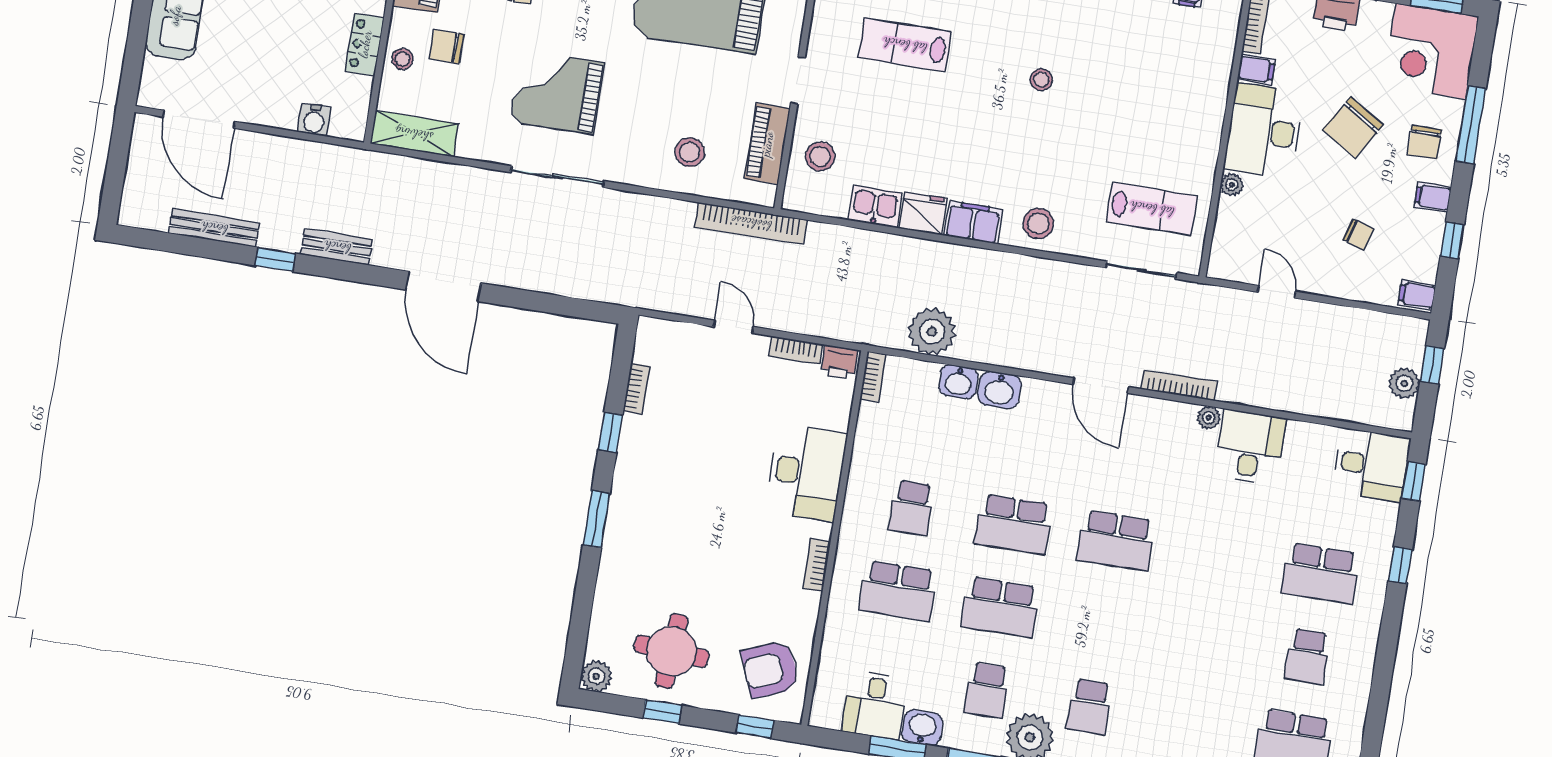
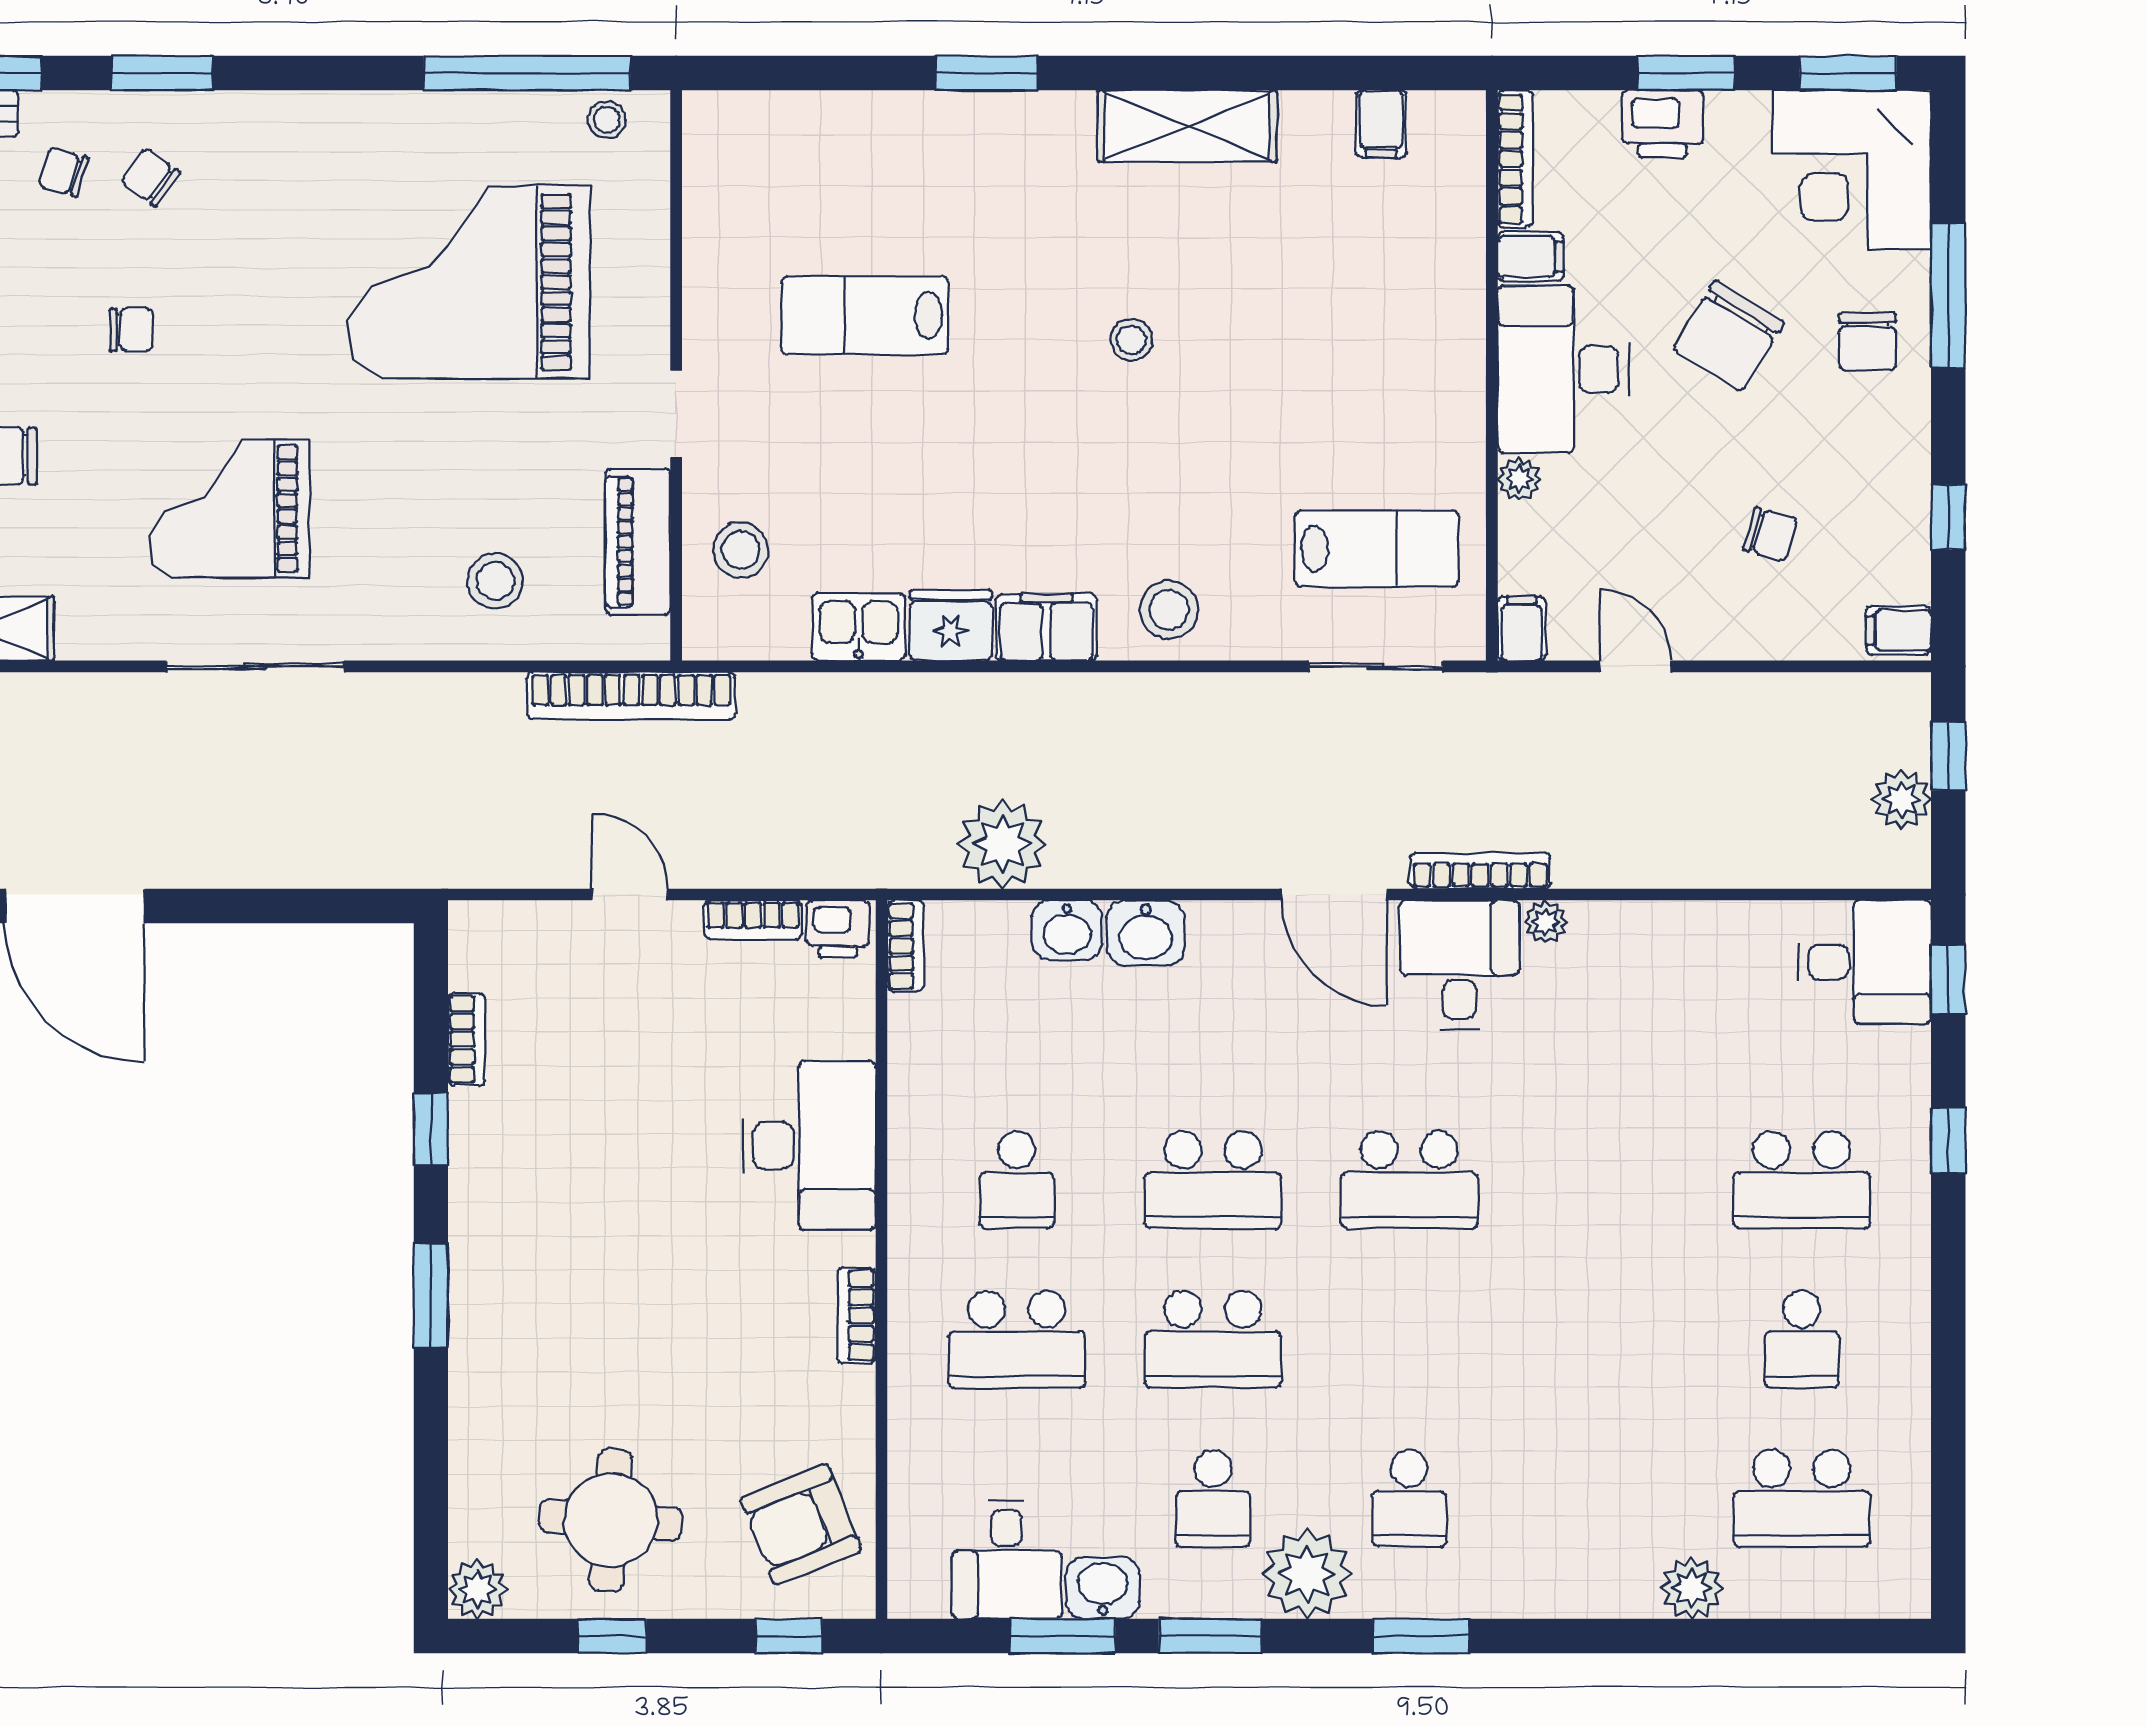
filing cabinet: (1433, 197) -> (1522, 629), moved, turned 90
desk: (1250, 447) -> (1460, 965), moved

